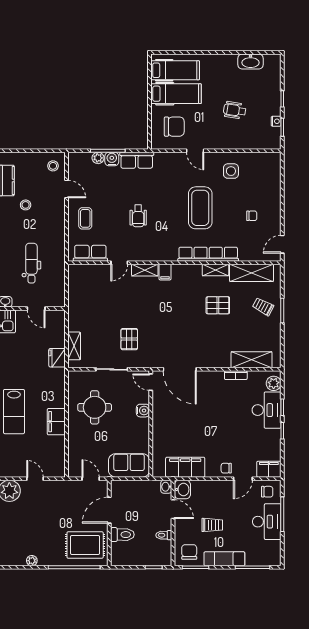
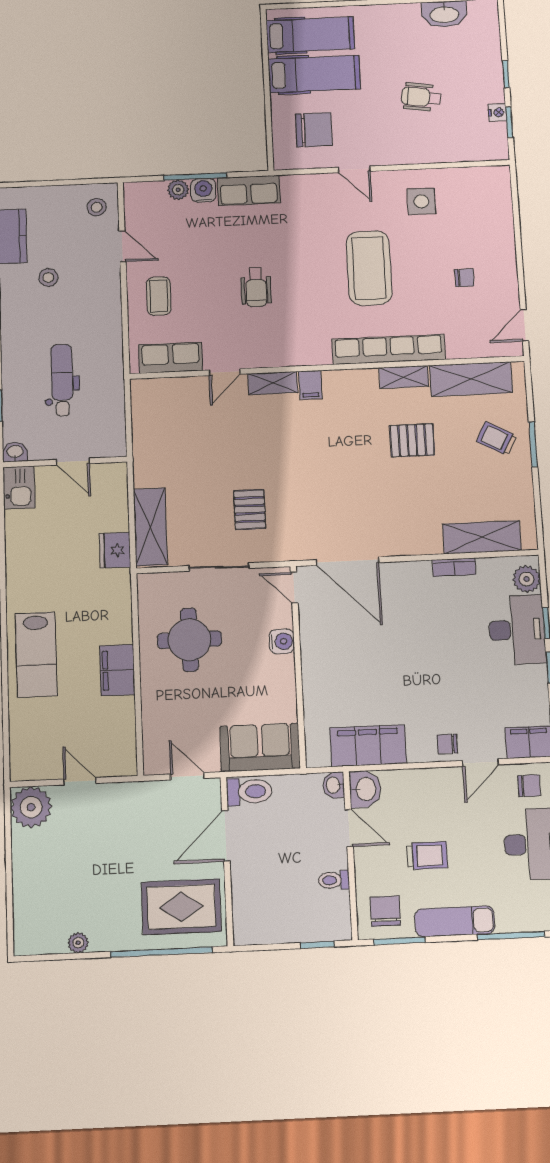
shelving: (74, 346) -> (150, 527), width x1.50, depth x1.33
toilet: (122, 535) -> (249, 792), moved

